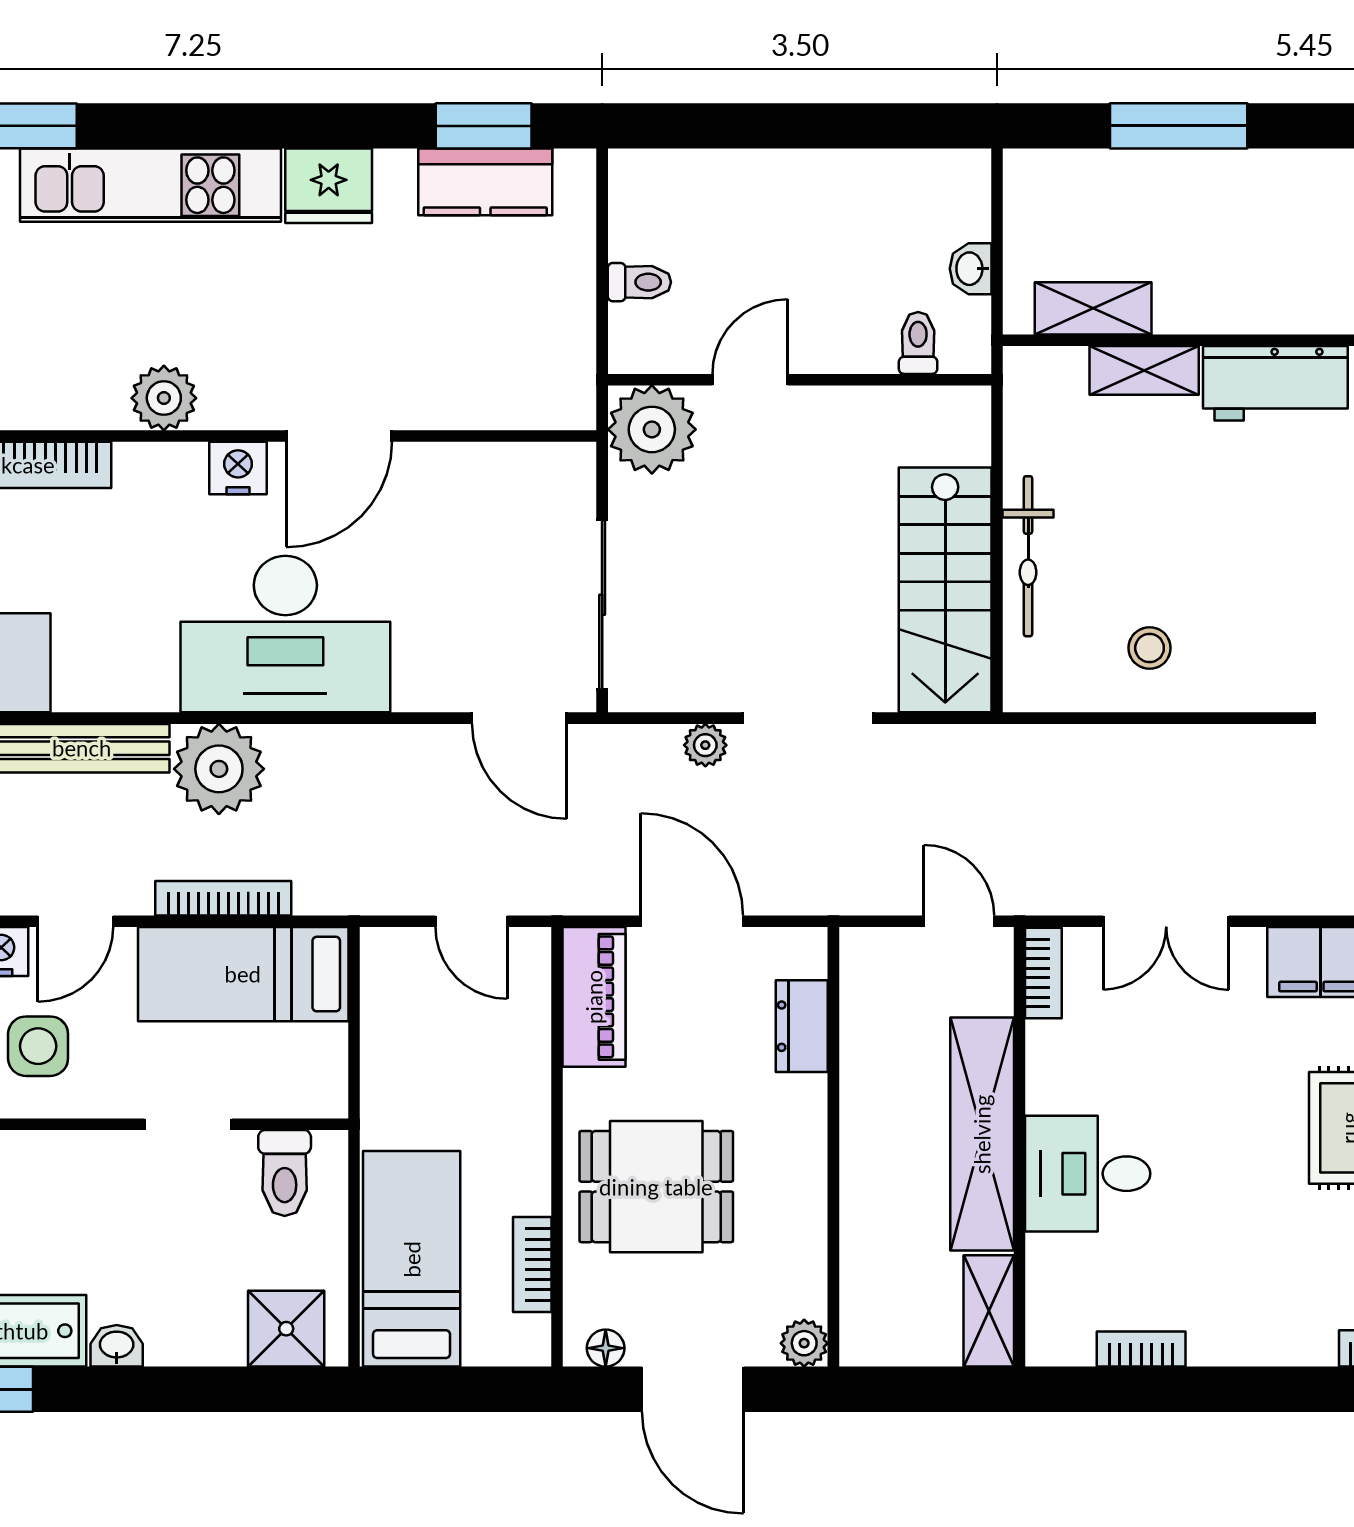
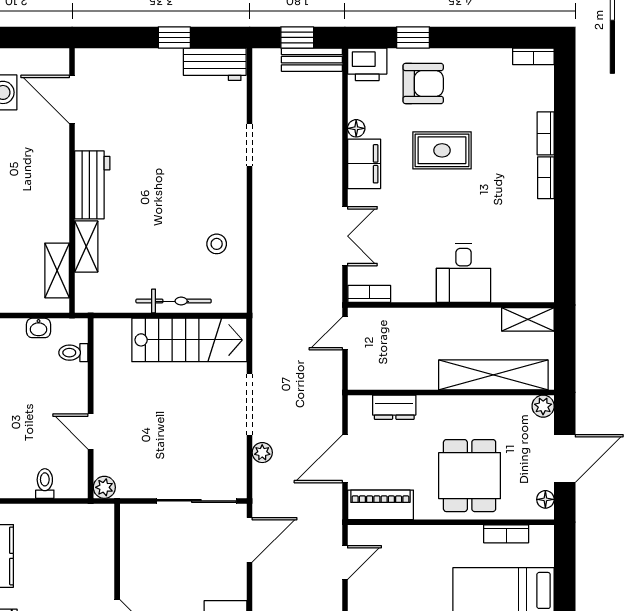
plant: (652, 429) -> (104, 487), width x0.53, depth x0.53
shelving: (982, 1134) -> (493, 375), moved
bookcase: (1141, 1349) -> (546, 178), moved

